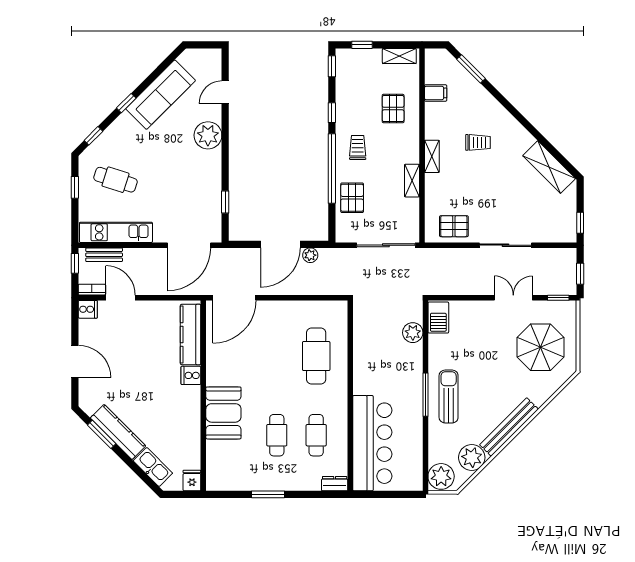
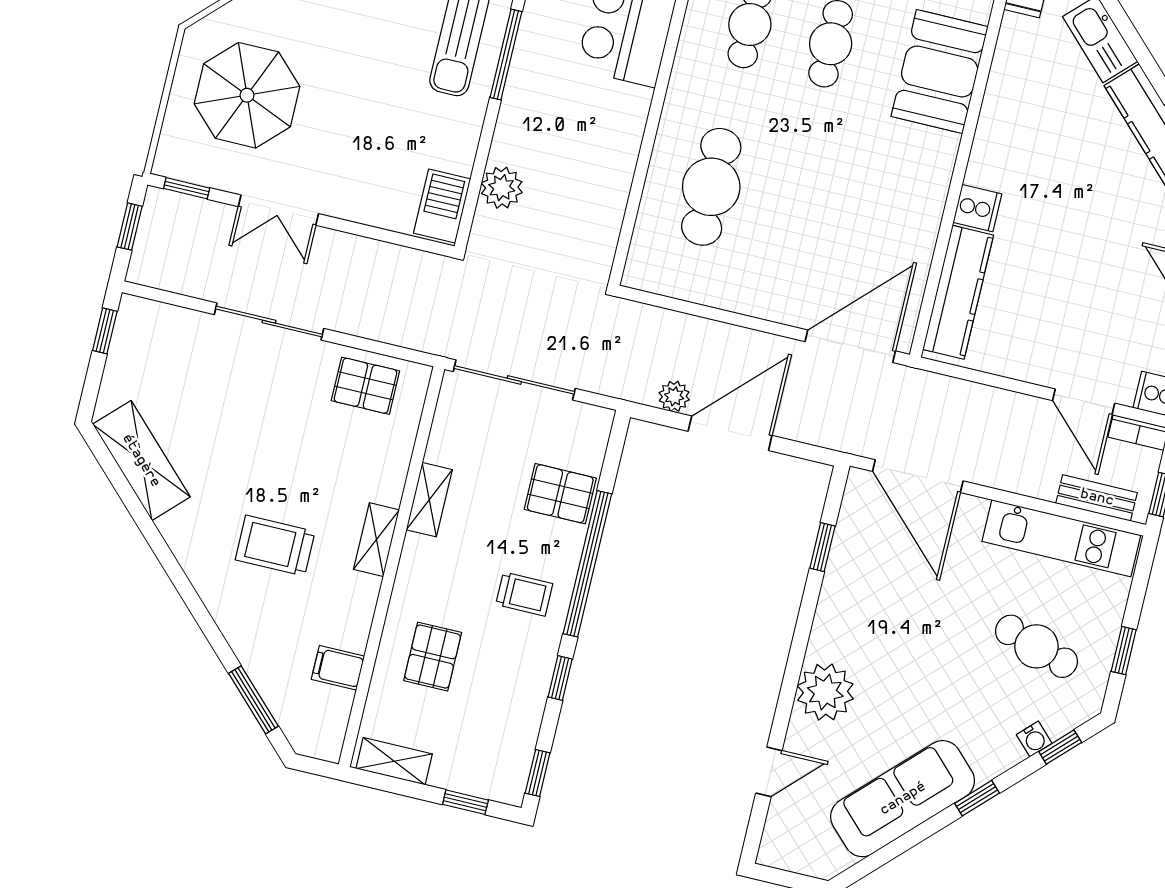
water cooler: (106, 137) -> (1034, 739), added
trolley: (478, 142) -> (275, 546), width x1.36, depth x1.39
trolley: (358, 147) -> (524, 594), turned -90
pallet: (352, 198) -> (560, 494), turned 90
door: (189, 245) -> (918, 476), swing flipped
booth: (223, 413) -> (940, 71), moved

